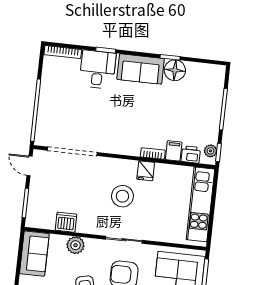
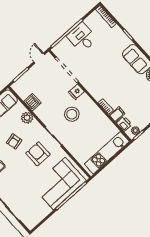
desk: (98, 69) -> (82, 37), moved, turned -90
fridge: (146, 171) -> (76, 92), moved

